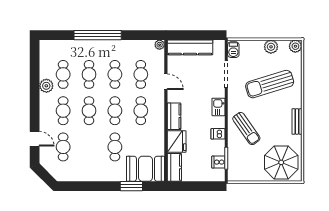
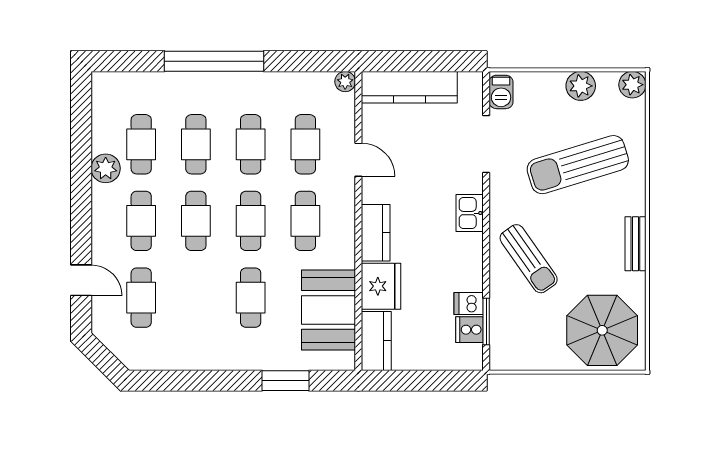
dishwasher: (218, 134) -> (469, 304), moved
booth: (145, 169) -> (329, 310), moved, turned 90

